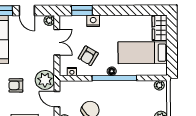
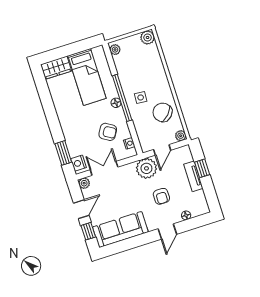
nightstand: (93, 21) -> (78, 163), moved
side table: (110, 95) -> (141, 97), added

